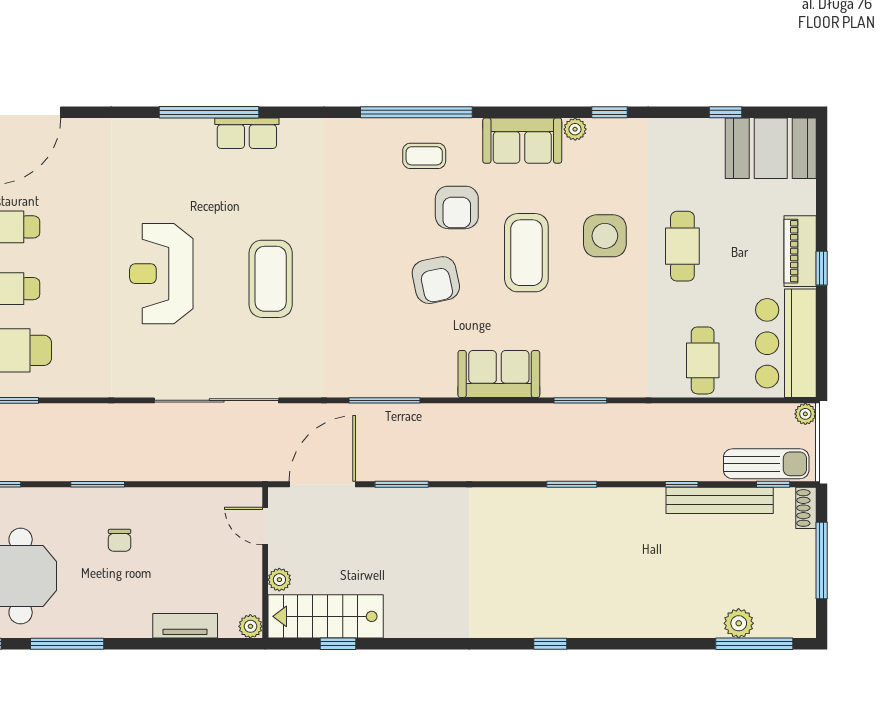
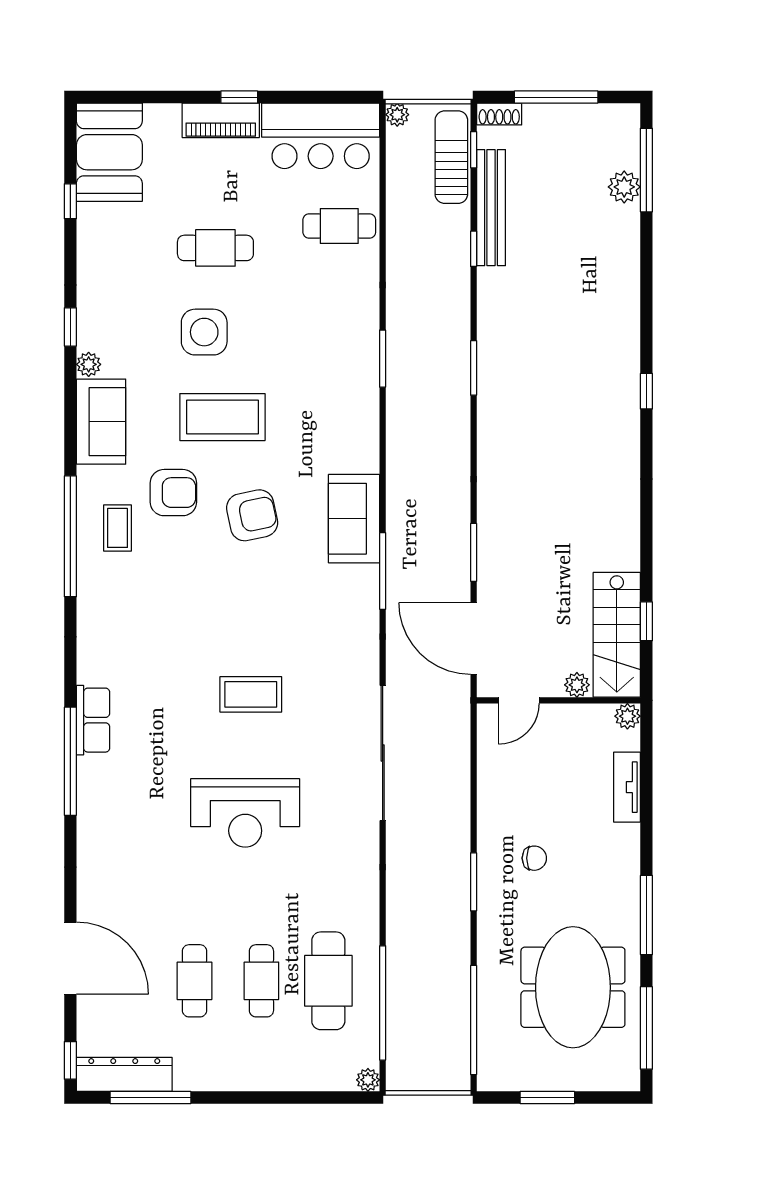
coffee table: (271, 279) -> (251, 694), width x0.73, depth x0.76
sofa: (499, 374) -> (354, 519), moved

